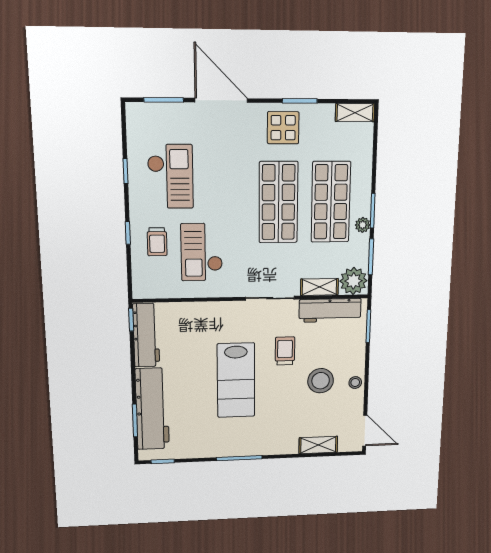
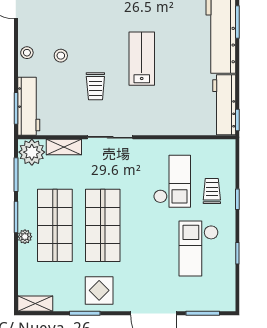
plant: (363, 225) -> (25, 237), moved
workbench: (330, 310) -> (29, 106), moved, turned 90
lab bench: (236, 380) -> (142, 59), width x0.73, depth x0.72
stool: (321, 381) -> (61, 56), width x0.53, depth x0.53

